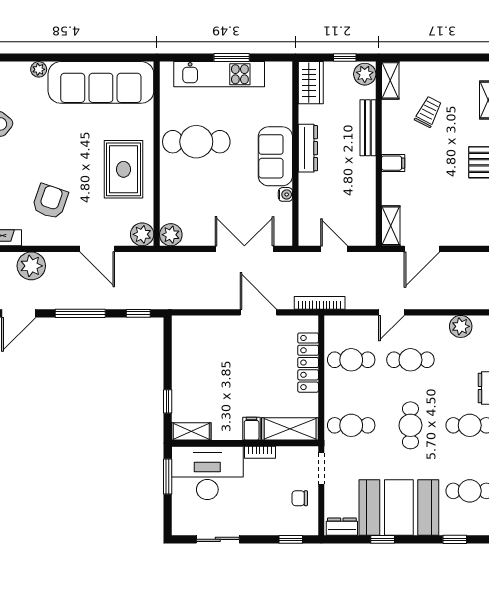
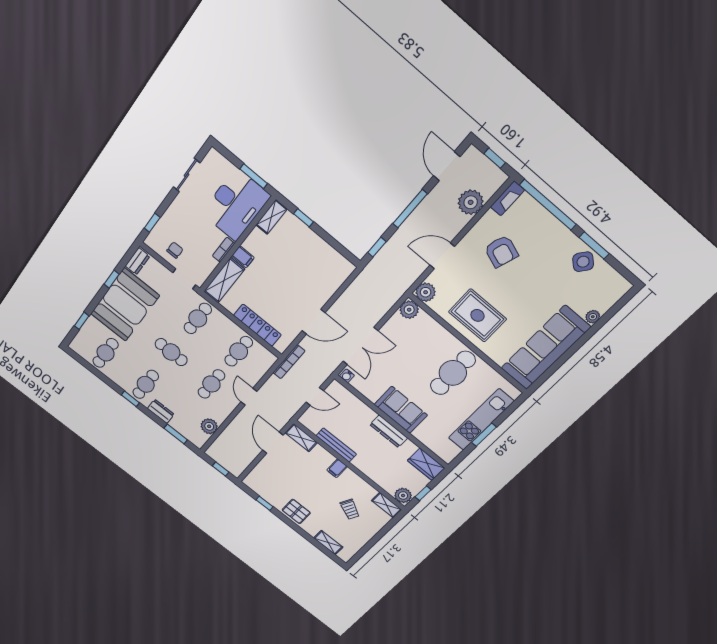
bench: (368, 128) -> (336, 445), moved
water cooler: (285, 194) -> (347, 376), moved

